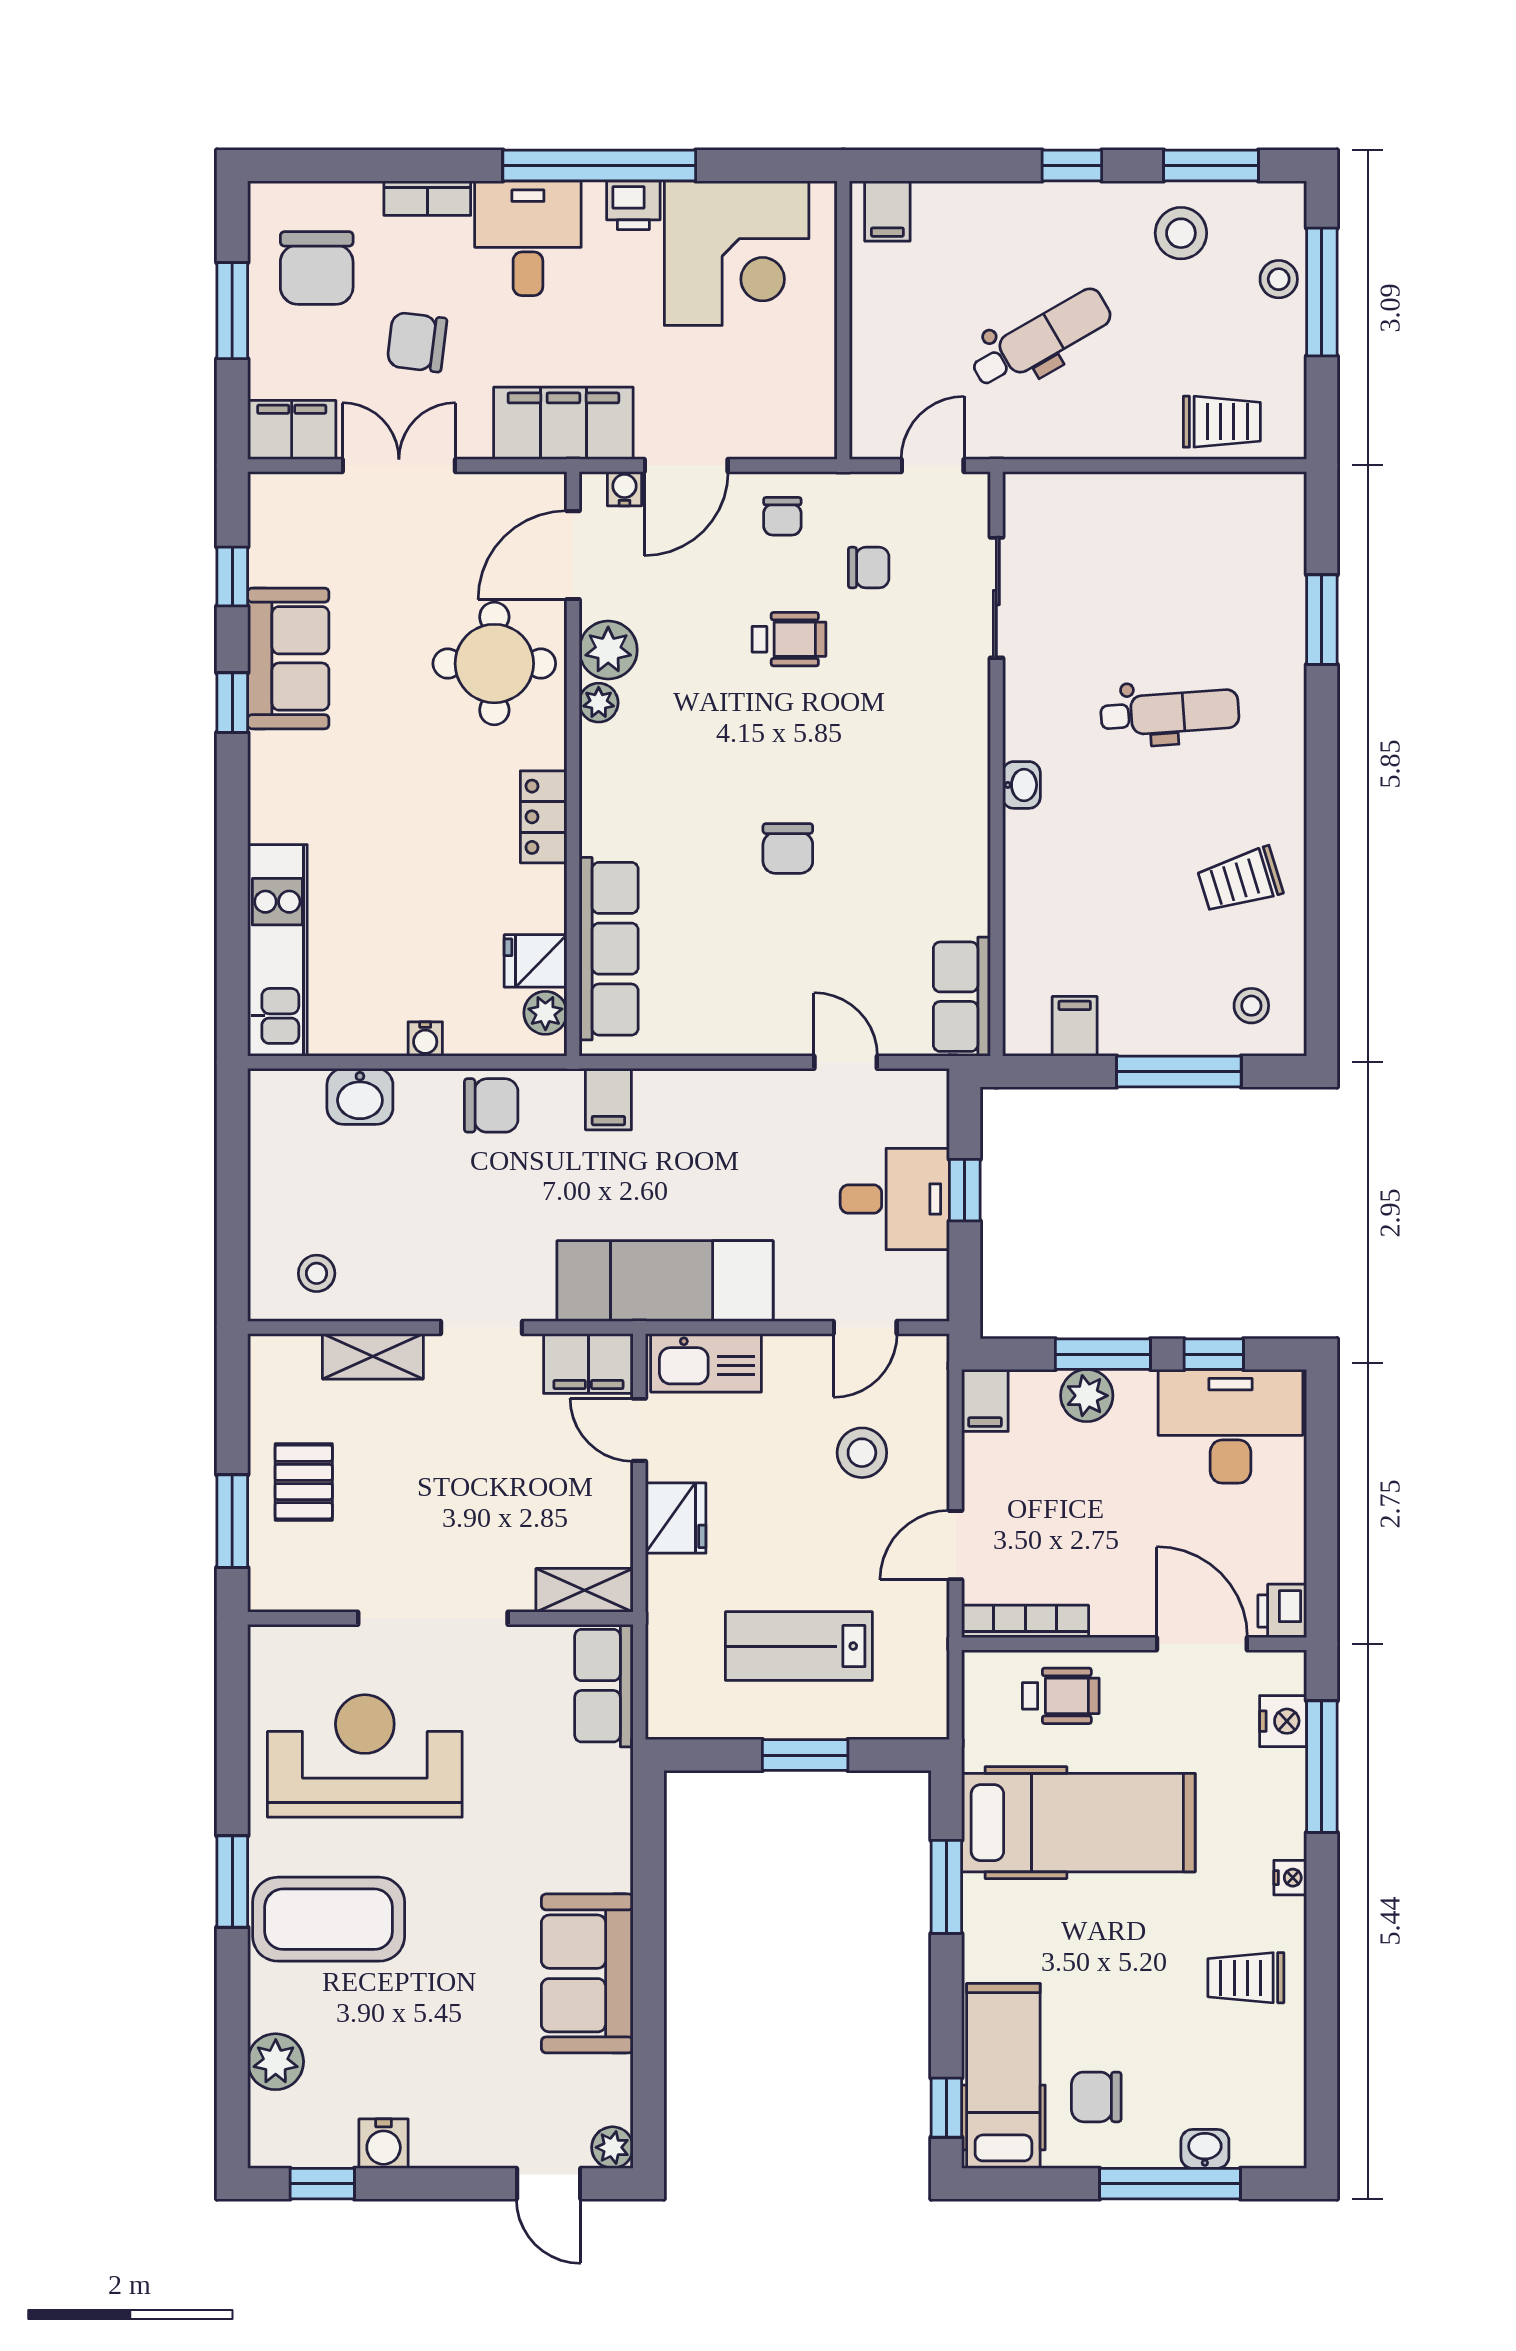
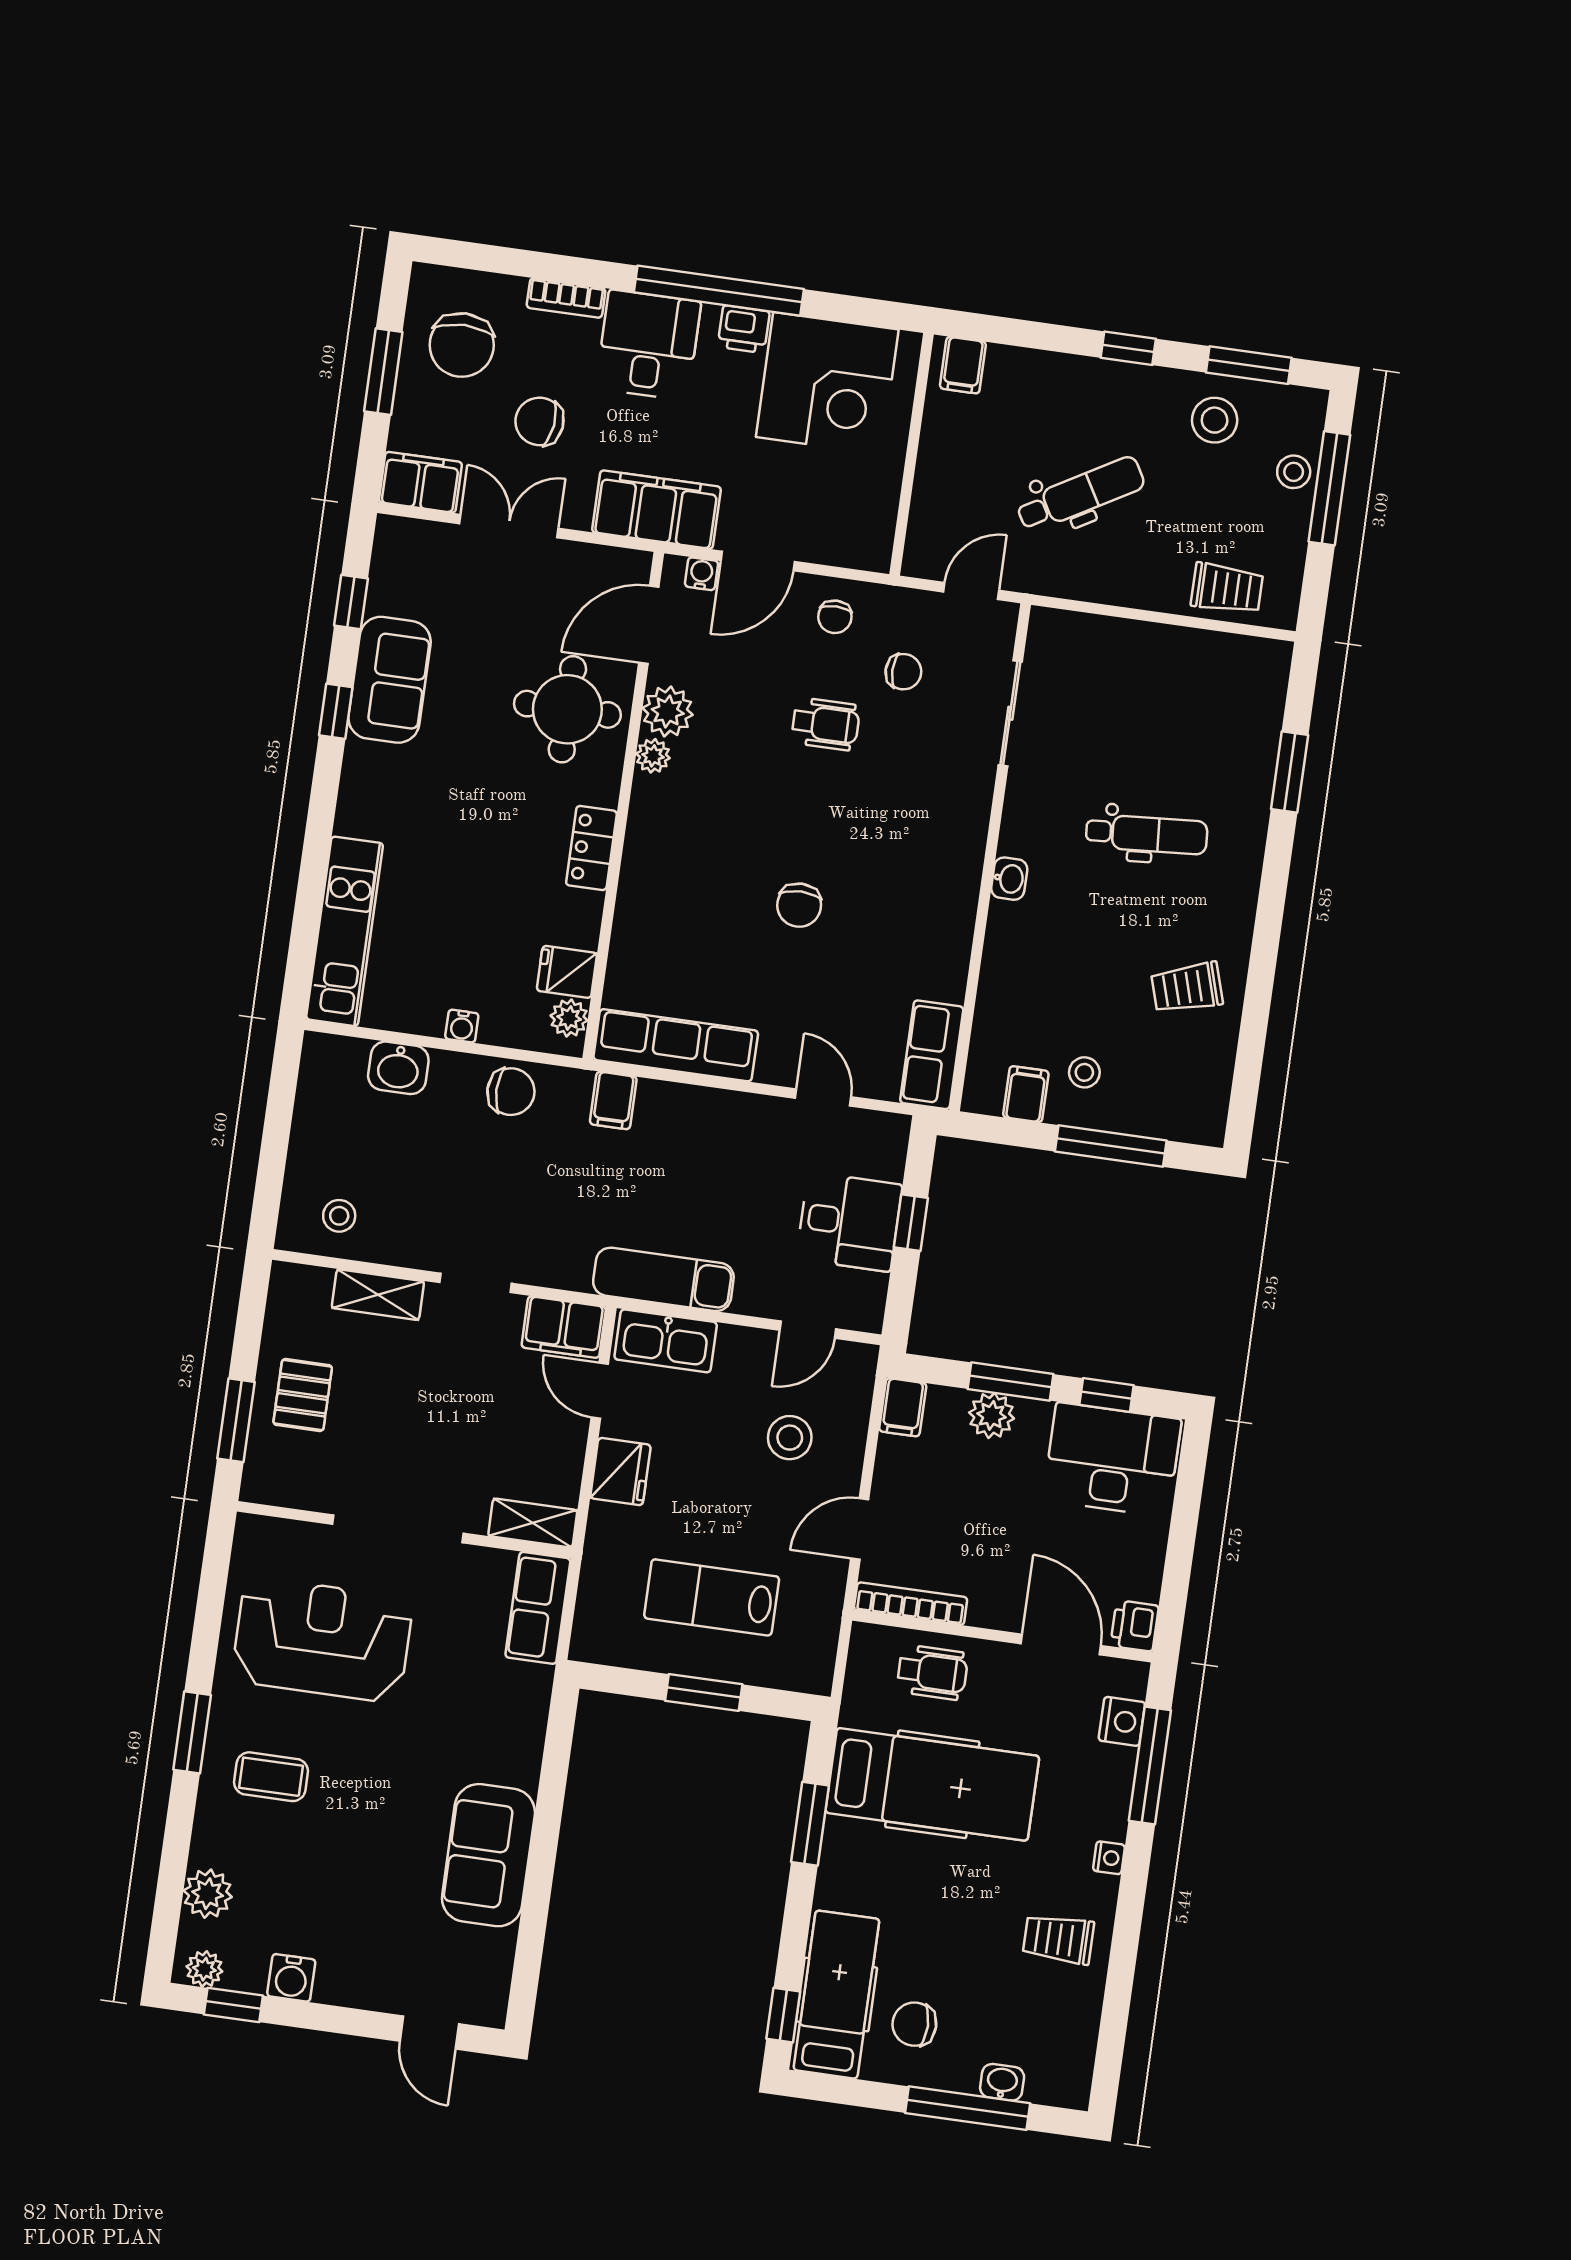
row of seats: (609, 949) -> (676, 1045), moved, turned -90
stool: (1251, 1006) -> (1084, 1072), moved
exam couch: (665, 1281) -> (663, 1279), width x0.73, depth x0.69
coffee table: (329, 1919) -> (271, 1777), width x0.54, depth x0.58
plant: (612, 2147) -> (204, 1969), moved

